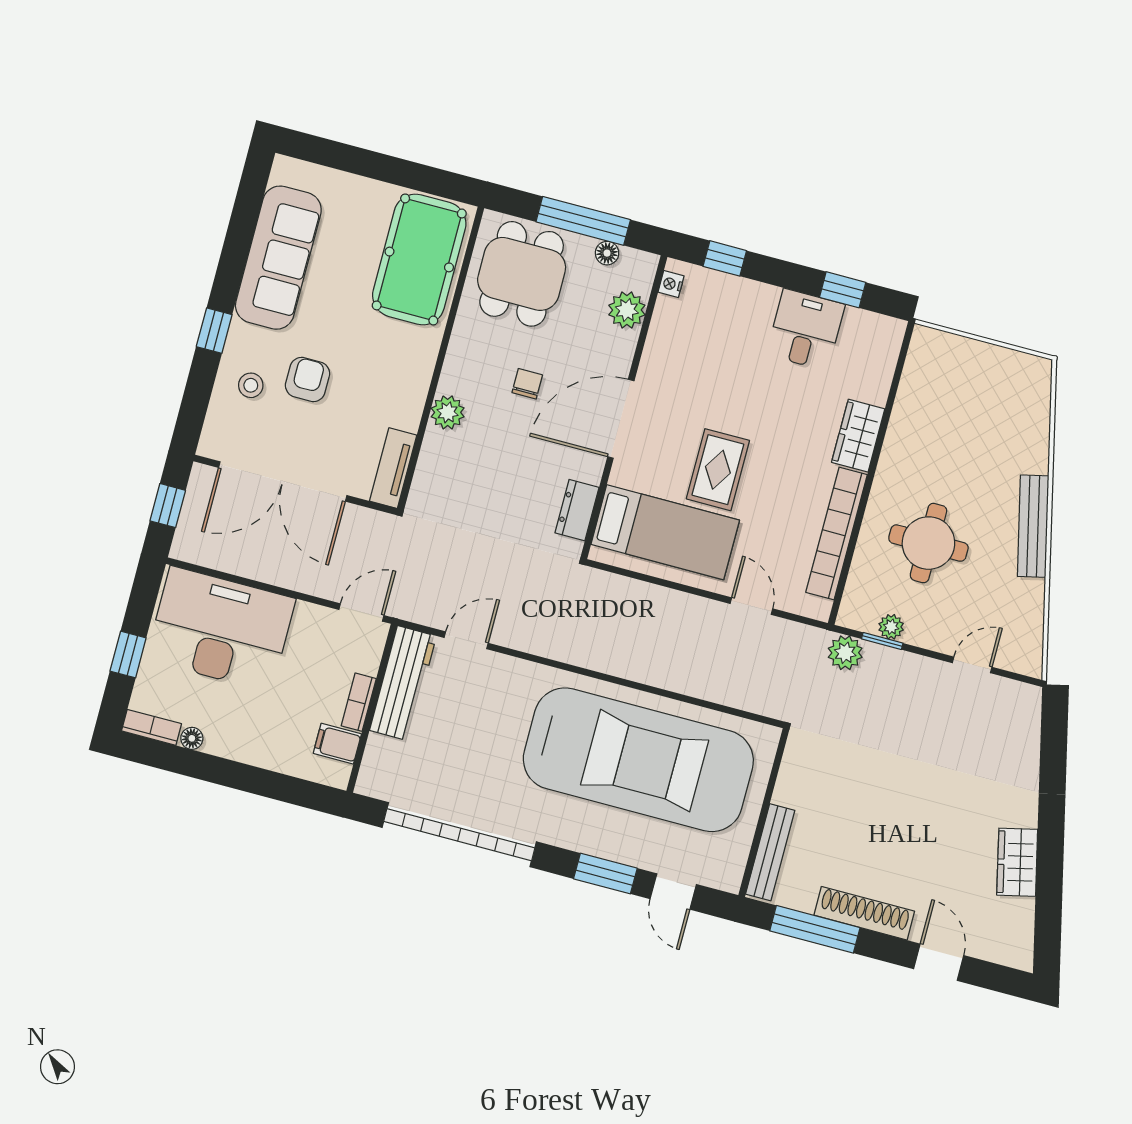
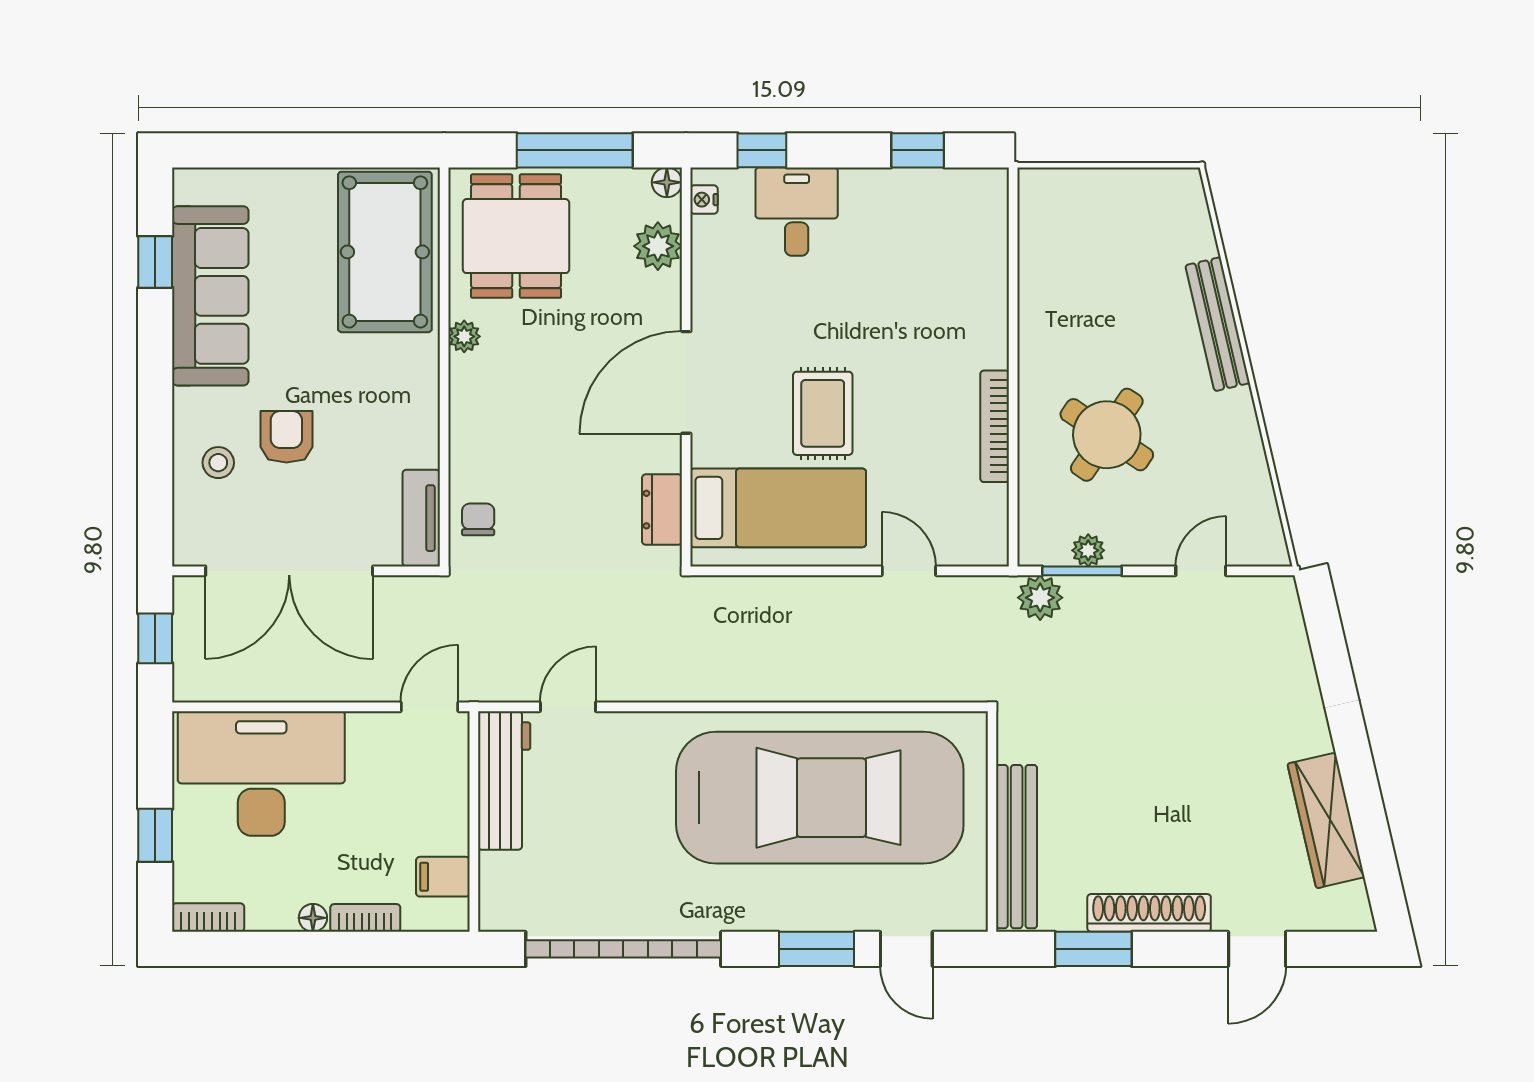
floor lamp: (607, 253) -> (667, 182), moved
desk: (806, 330) -> (797, 212), moved
window: (214, 331) -> (155, 262), moved
chair: (527, 384) -> (478, 519), moved
plant: (448, 412) -> (464, 336), moved, width x0.73, depth x0.73
wardrobe: (858, 436) -> (985, 325), removed
bench: (1033, 526) -> (1218, 324), moved
bookcase: (837, 533) -> (995, 426), width x0.68, depth x0.76
round table: (928, 543) -> (1107, 435), turned 34
window: (882, 641) -> (1082, 571), width x1.50
bookcase: (359, 702) -> (365, 918), moved, turned 90
floor lamp: (192, 738) -> (313, 918), moved
bench: (770, 852) -> (1017, 847), width x1.37, depth x1.21
wardrobe: (1017, 862) -> (1326, 820), width x1.50
window: (815, 929) -> (1093, 949), width x0.69
door: (939, 962) -> (1257, 949), swing flipped

